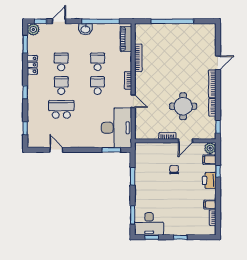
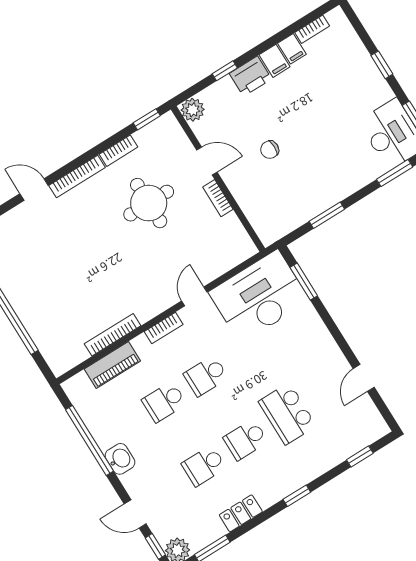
piano: (126, 39) -> (112, 365), moved
filing cabinet: (209, 160) -> (274, 61), moved

